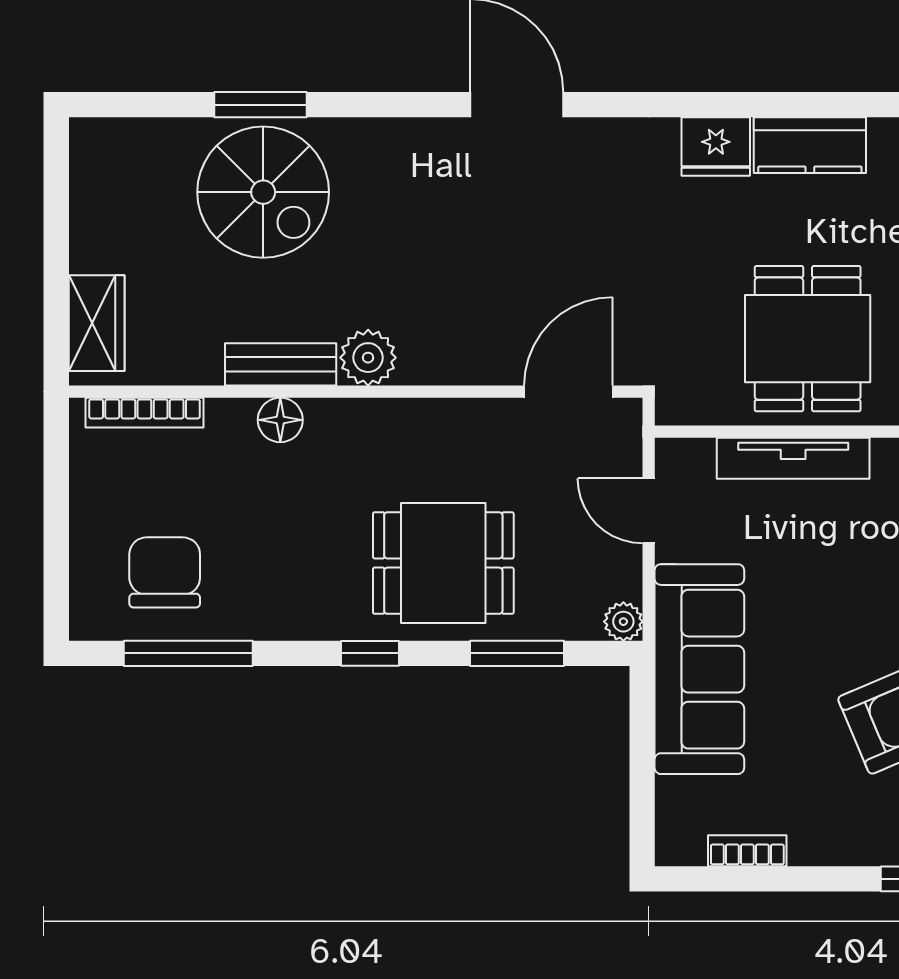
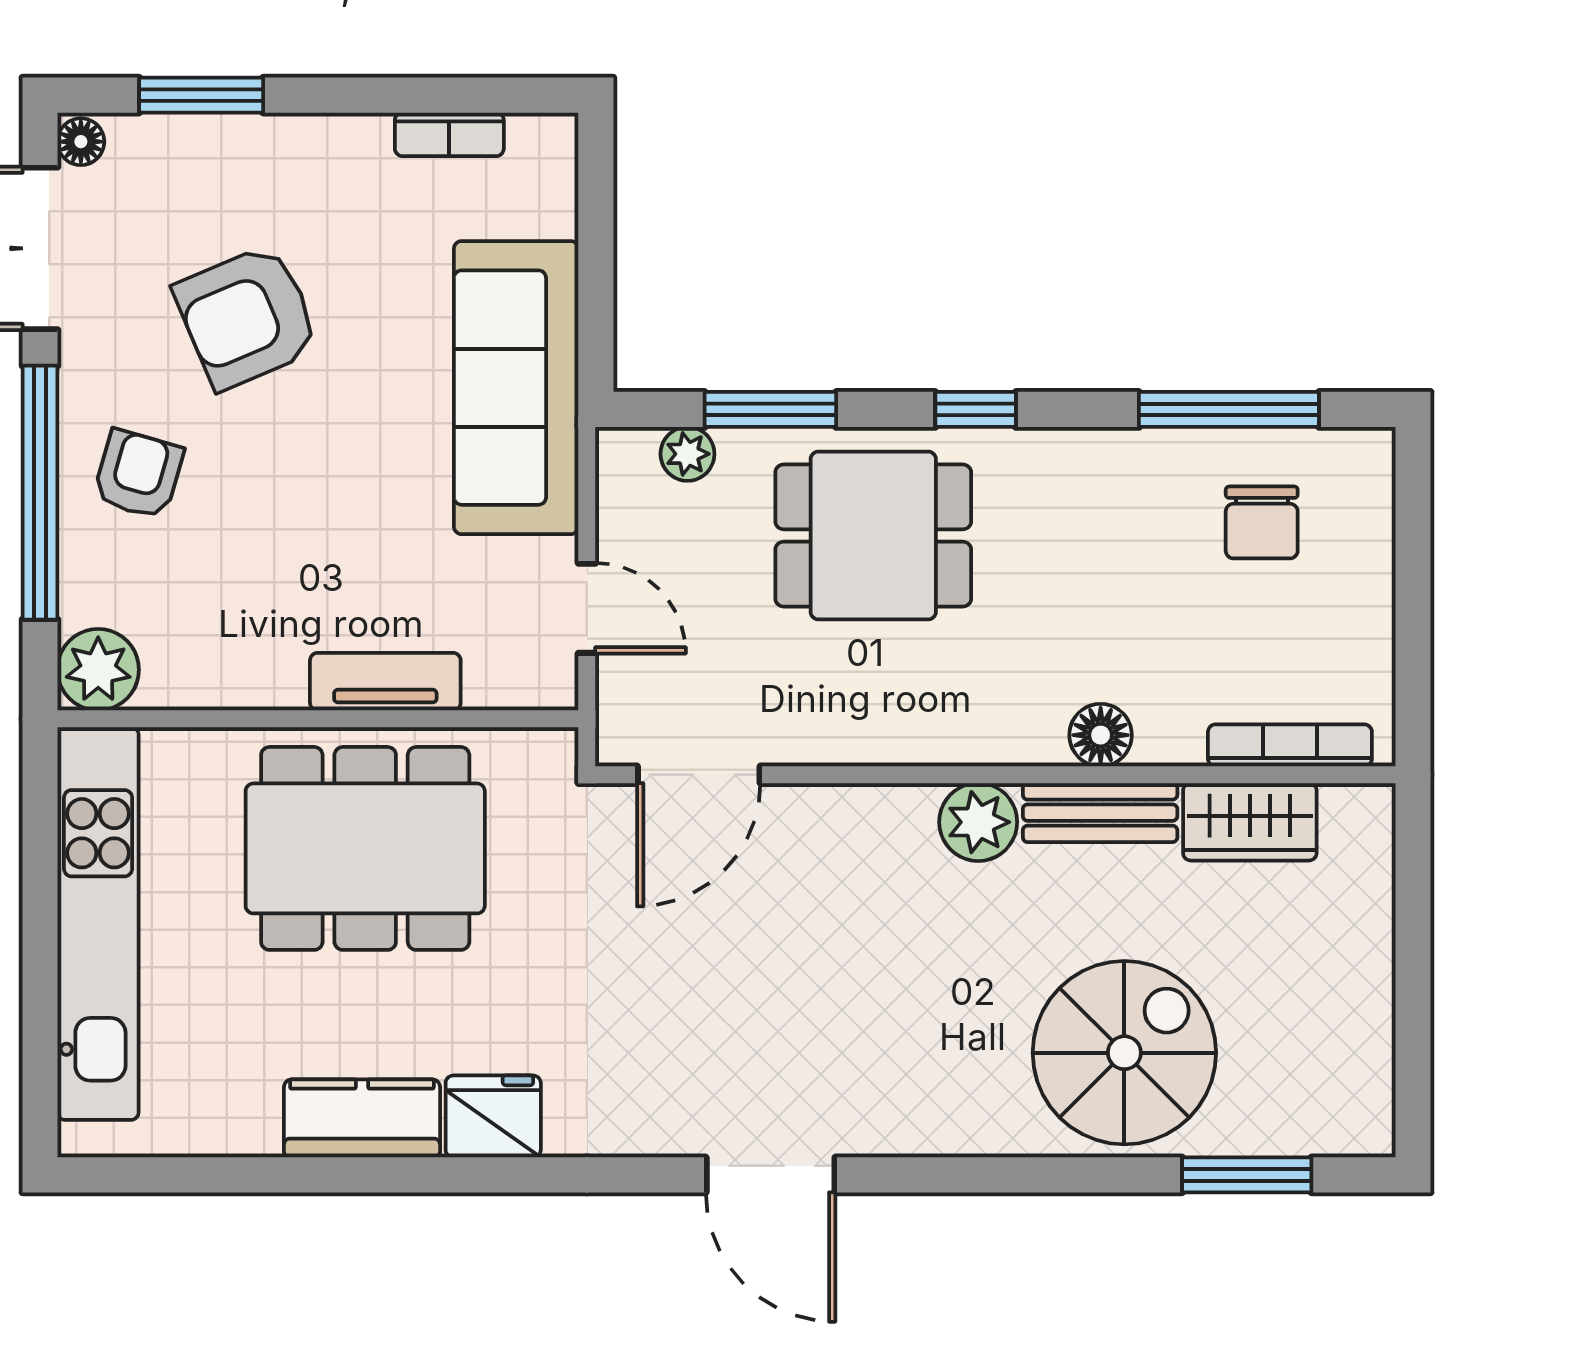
window: (261, 105) -> (1247, 1175), moved
spiral stairs: (263, 192) -> (1124, 1053), turned 90
wardrobe: (97, 323) -> (1250, 822), moved, turned -90
dining table: (808, 339) -> (365, 848), width x1.38
tv unit: (793, 458) -> (385, 682), width x0.71
chair: (165, 572) -> (1262, 522), width x0.73, depth x0.73
plant: (623, 622) -> (687, 454), moved

